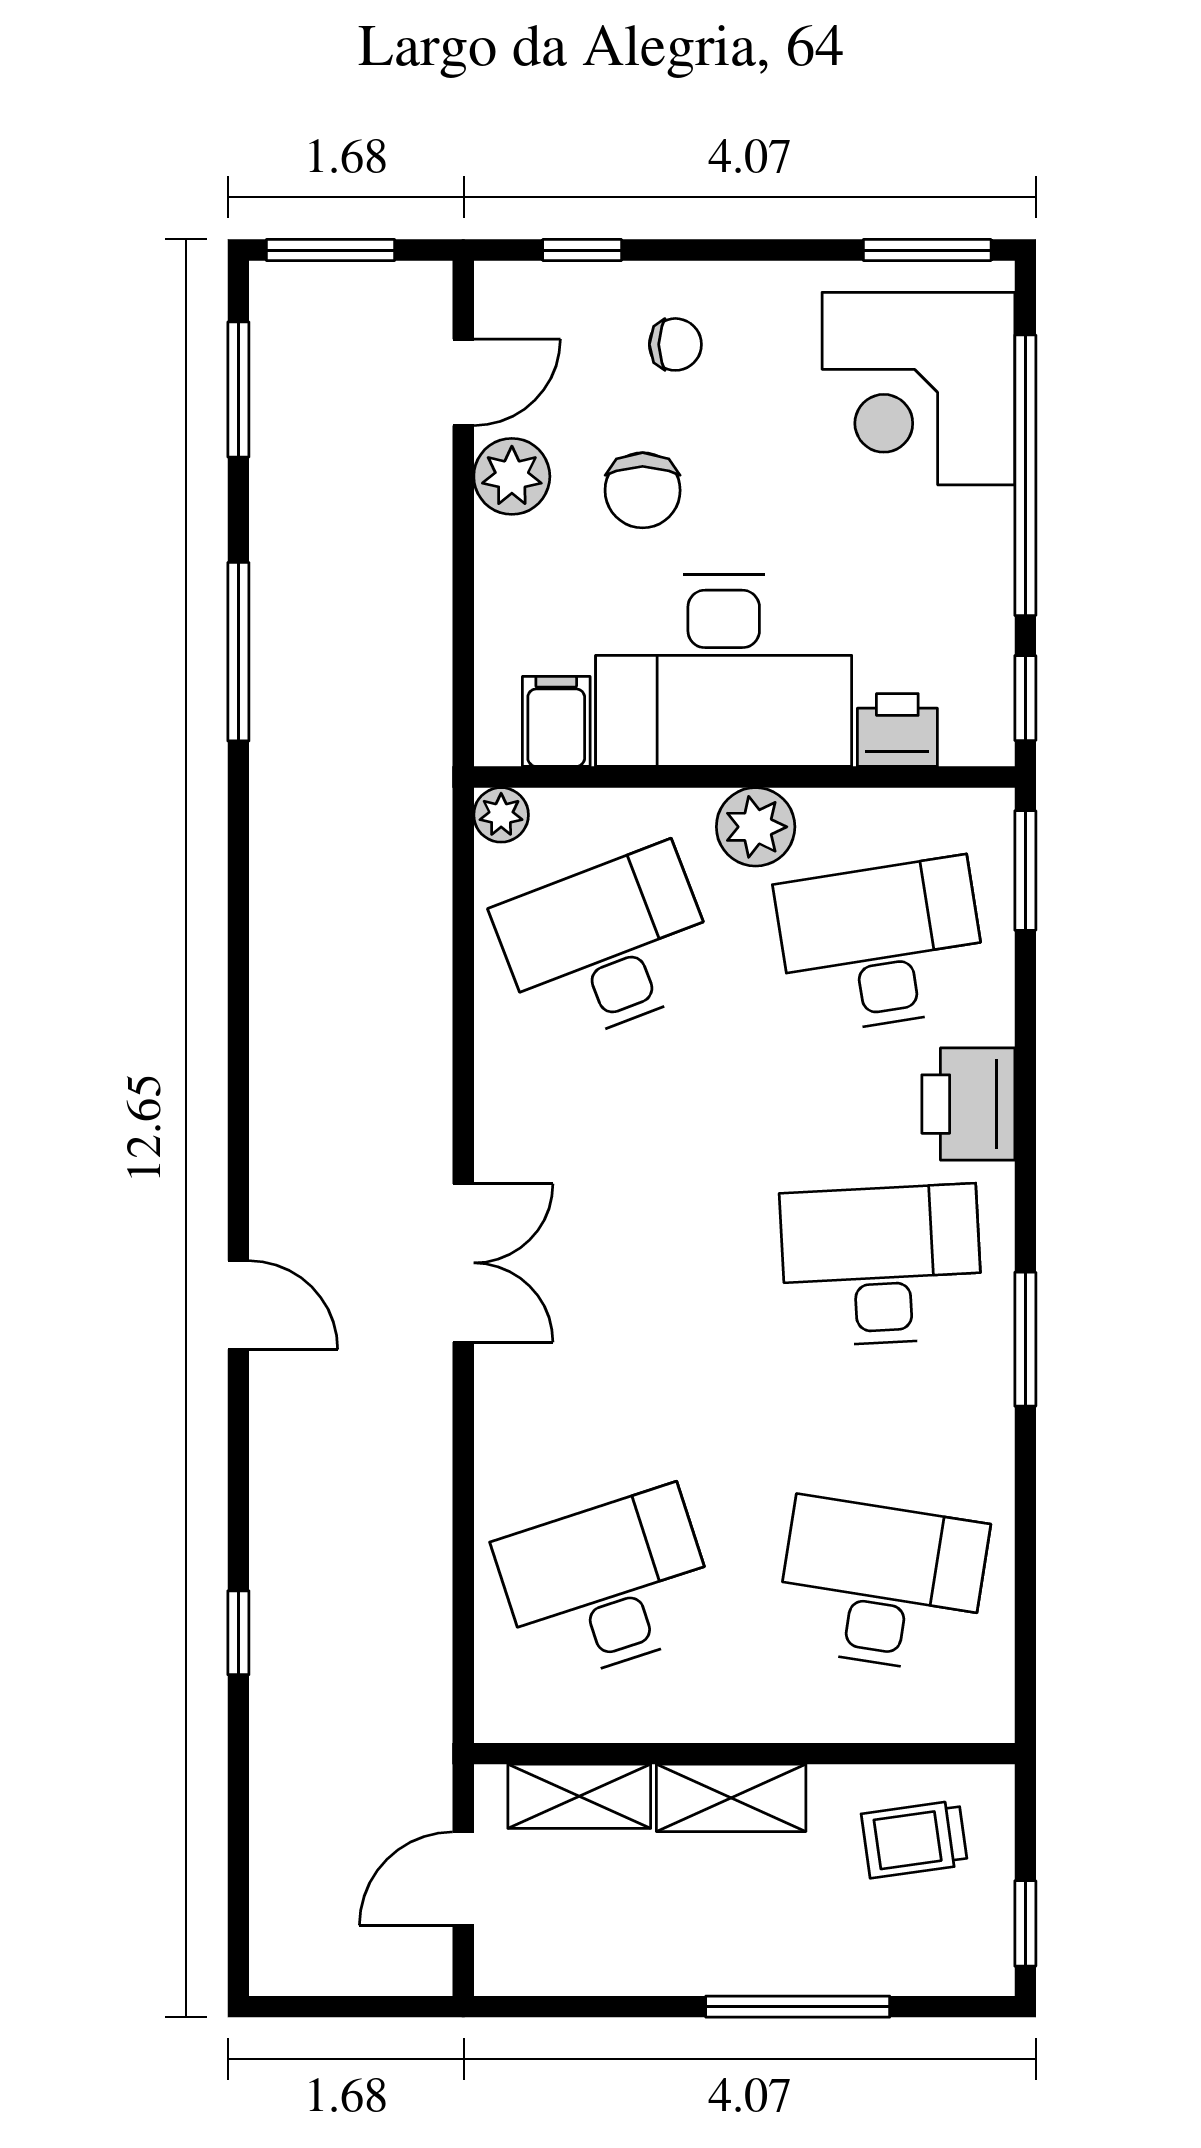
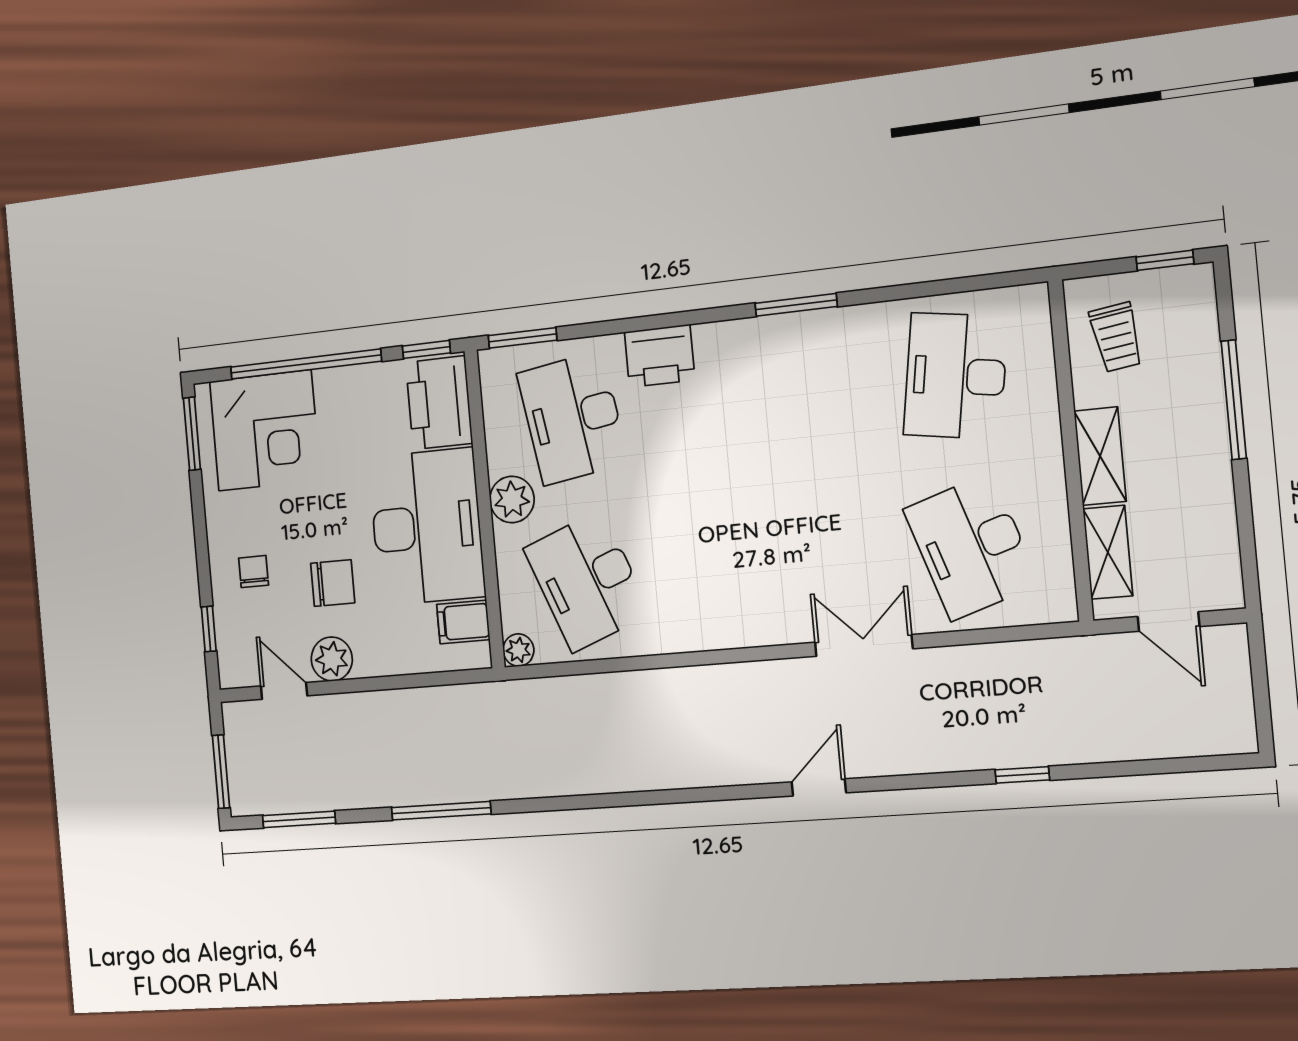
printer: (897, 730) -> (439, 403), width x1.87, depth x1.48
double door: (463, 1263) -> (864, 645), moved
desk: (882, 1265) -> (760, 397), removed

